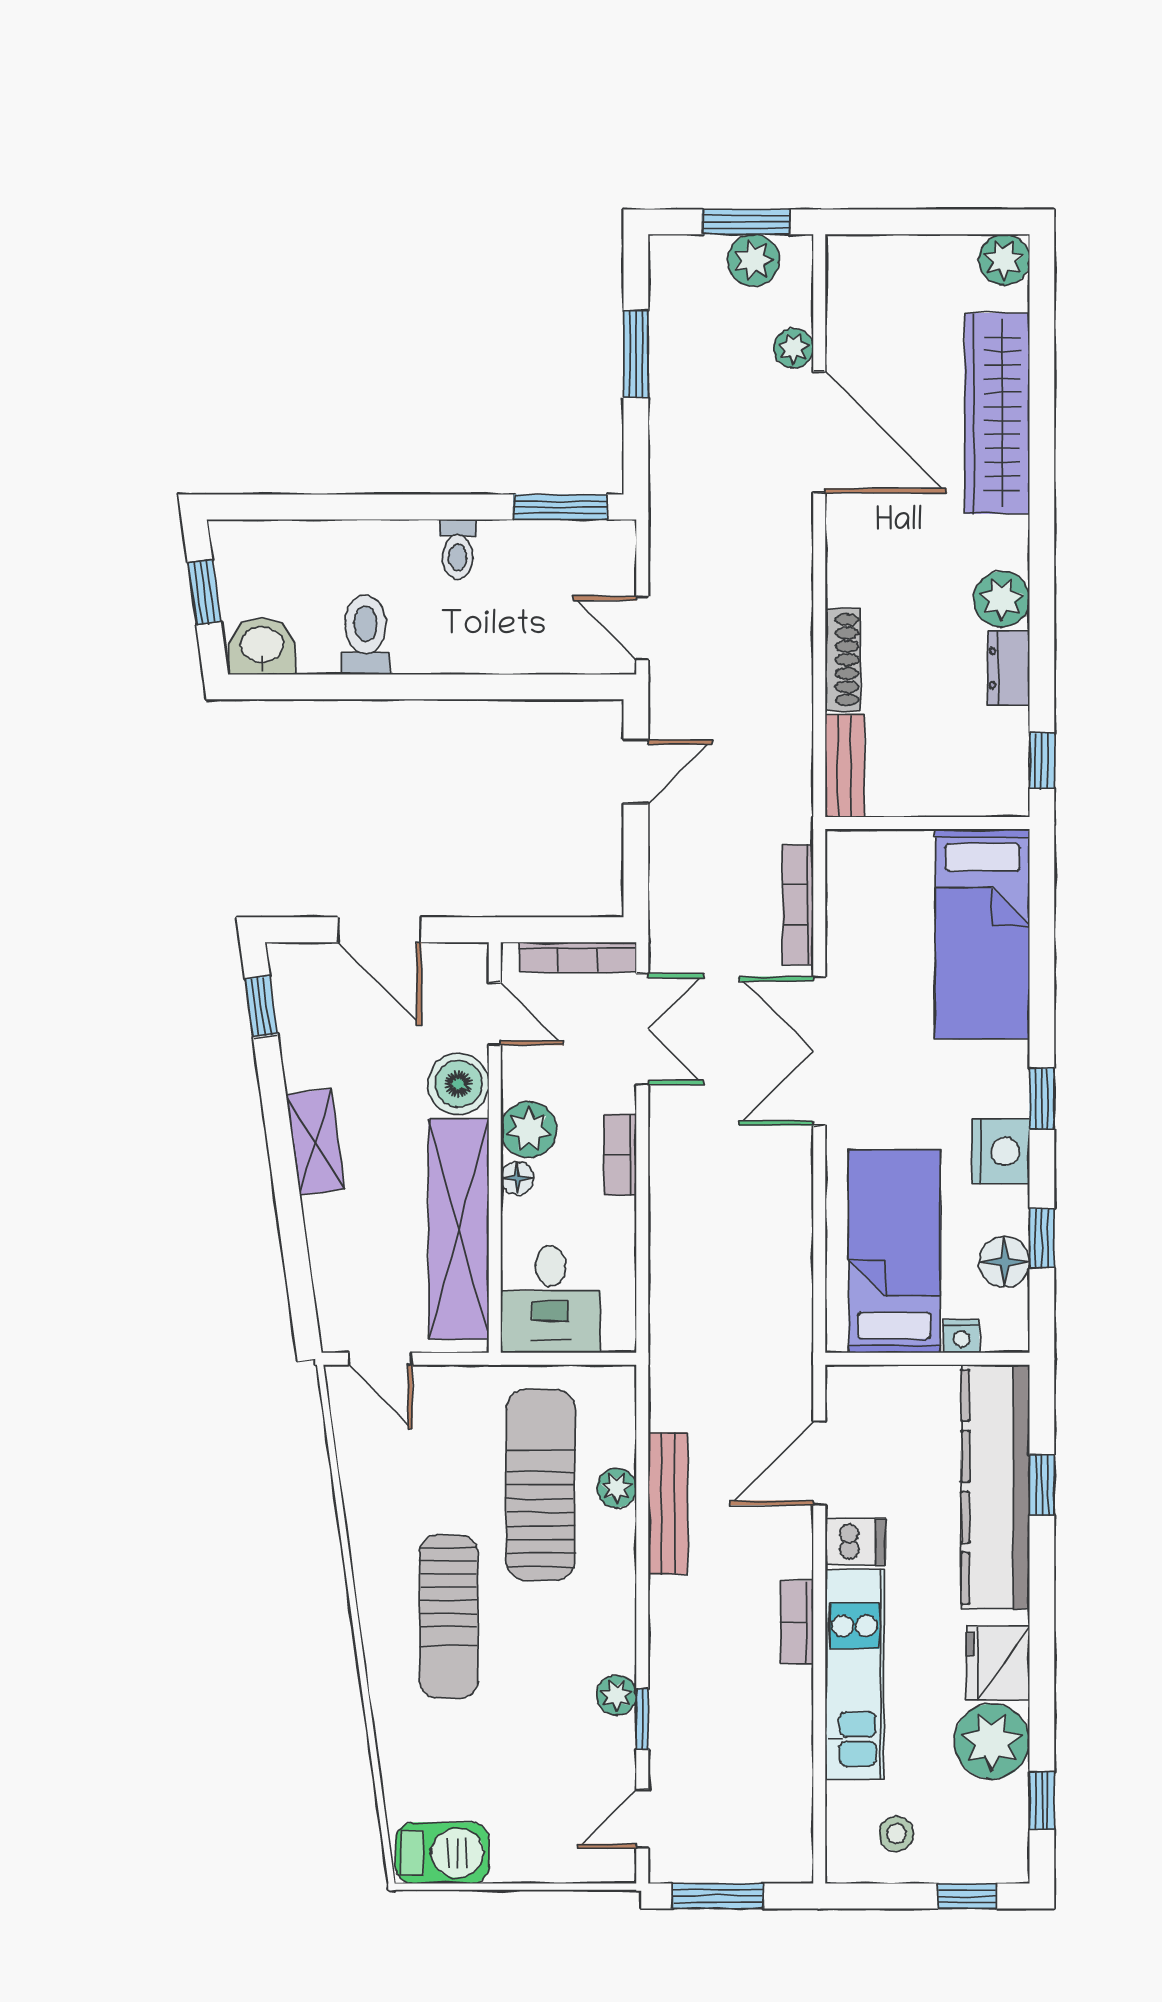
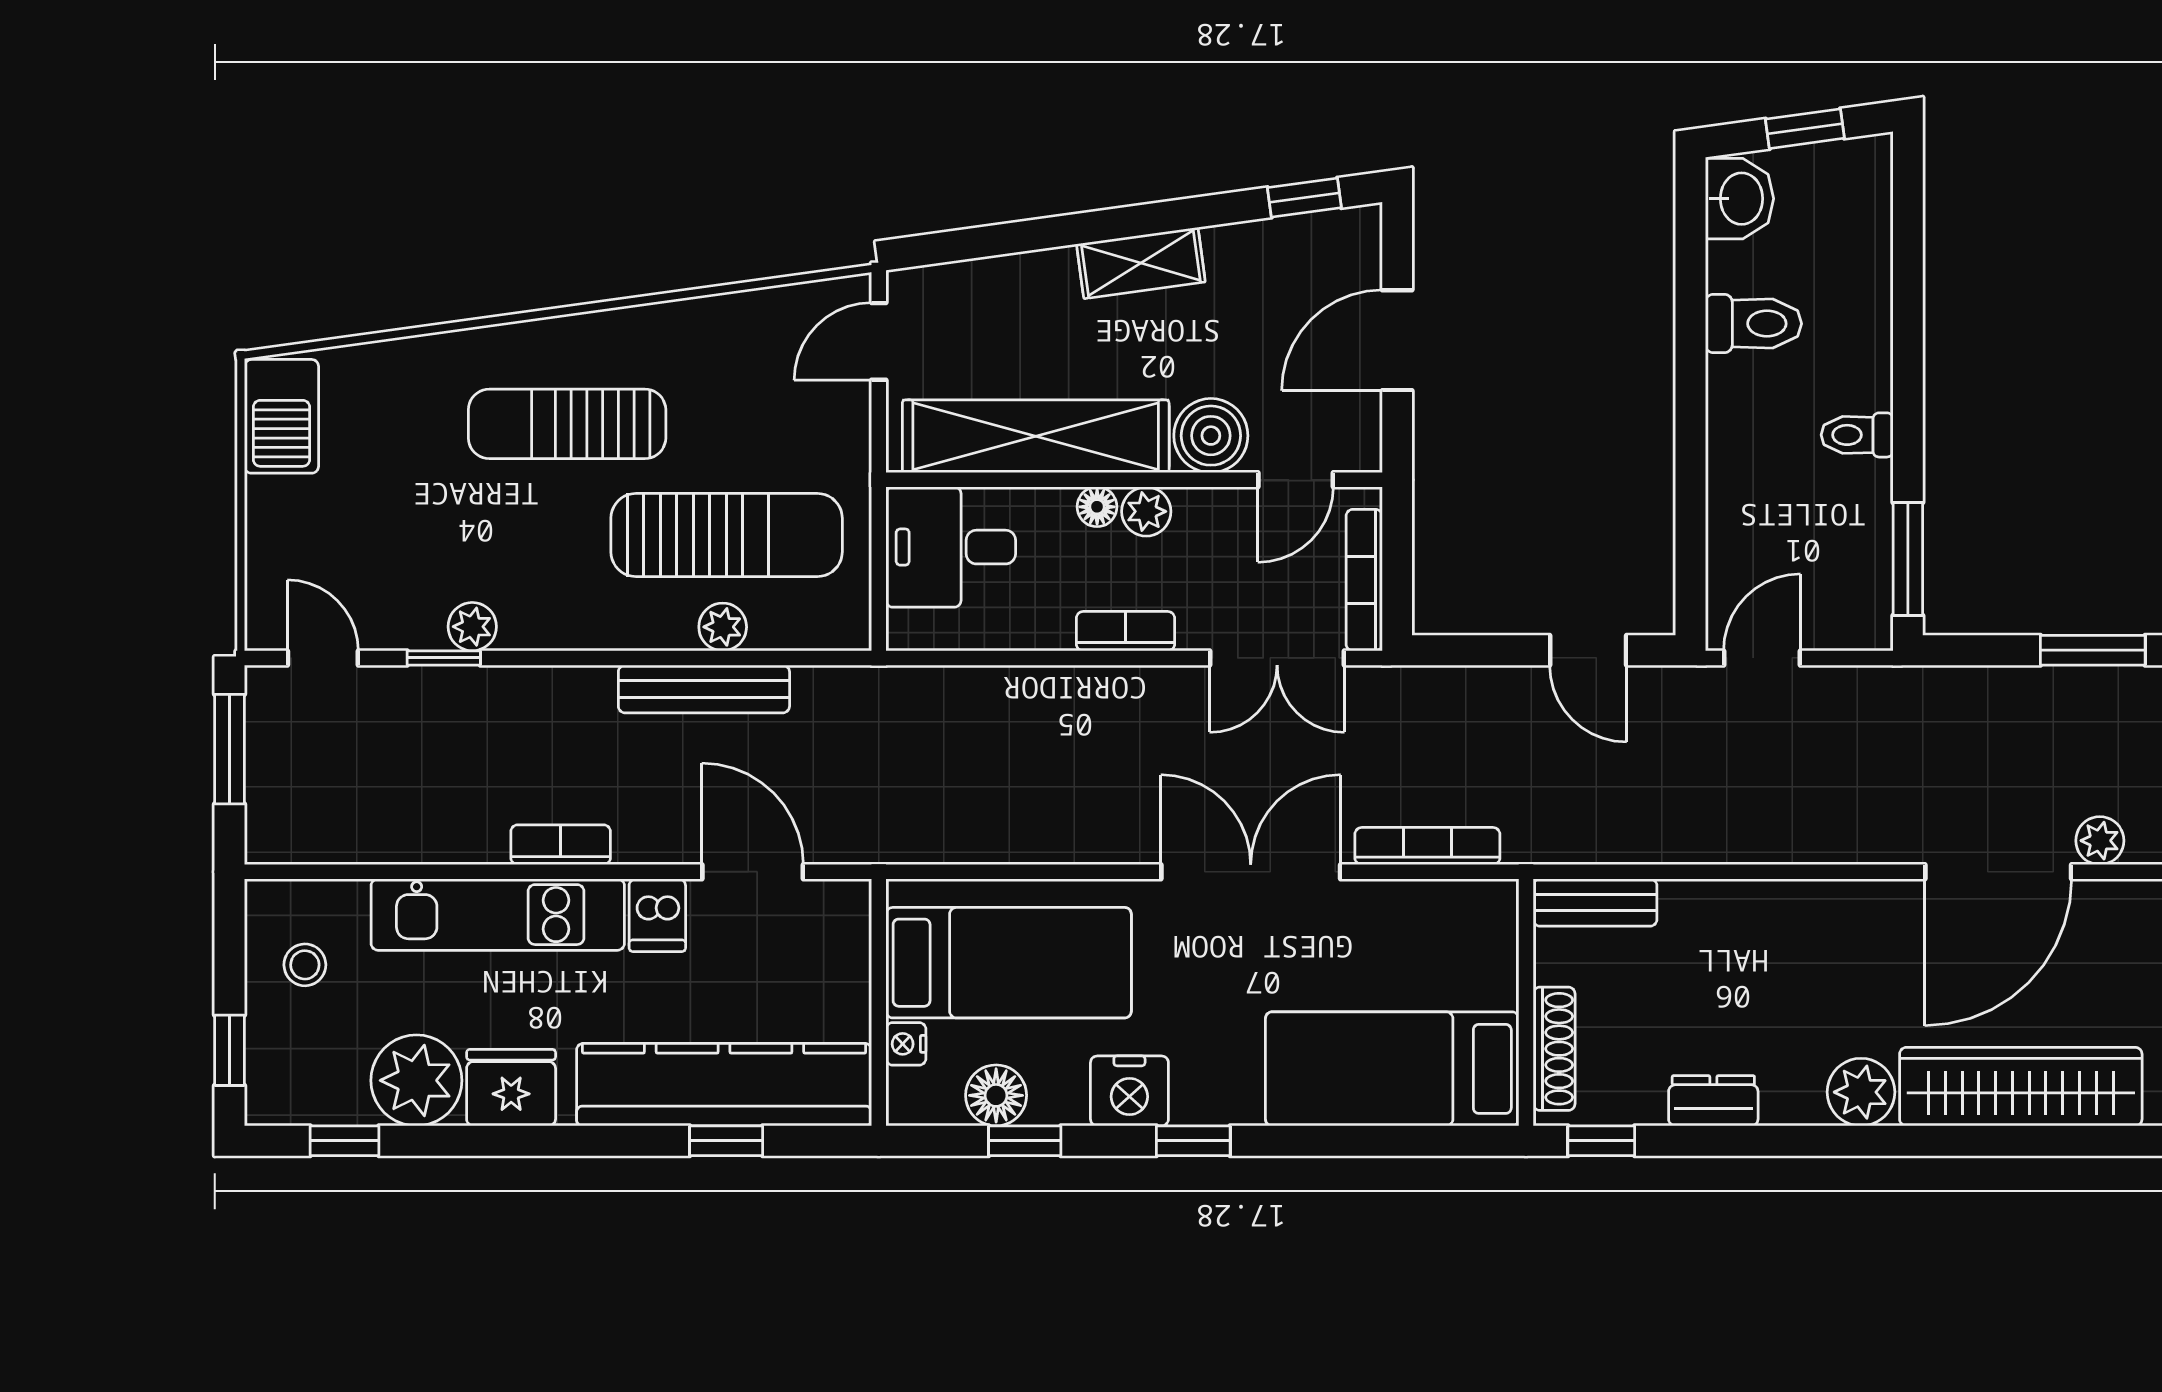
plant: (1002, 599) -> (1861, 1092), moved
shoe rack: (842, 660) -> (1554, 1049), moved, turned -90
plant: (529, 1130) -> (1146, 511), width x0.73, depth x0.73

